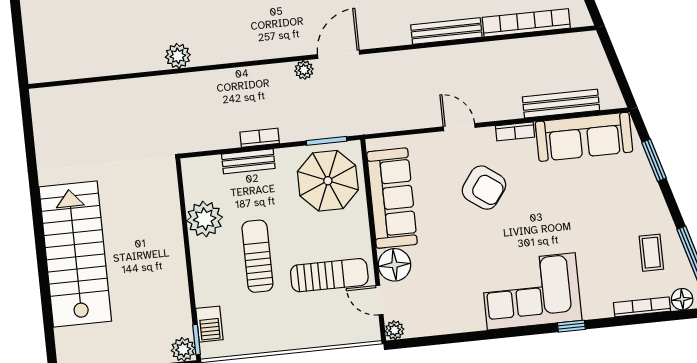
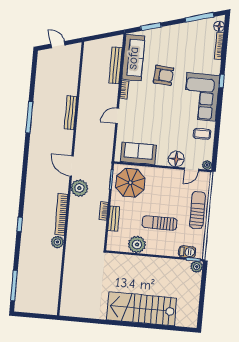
bookcase: (526, 23) -> (61, 214), moved
plant: (304, 70) -> (79, 188), width x1.87, depth x1.87
armchair: (484, 188) -> (163, 75), moved, turned 58
sofa: (392, 198) -> (138, 153), width x0.73
coffee table: (651, 253) -> (202, 134), moved
sun lounger: (329, 275) -> (197, 210), moved

